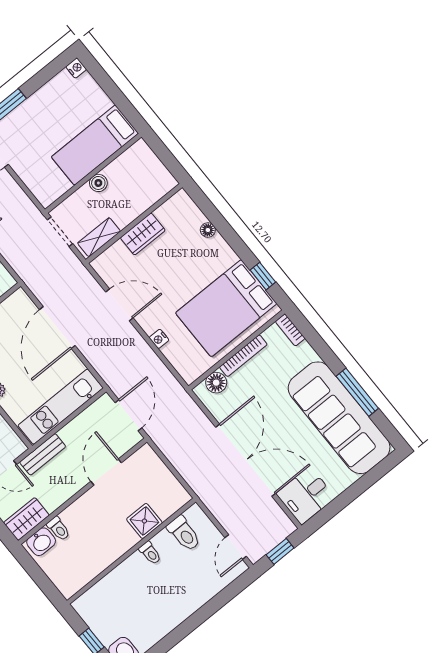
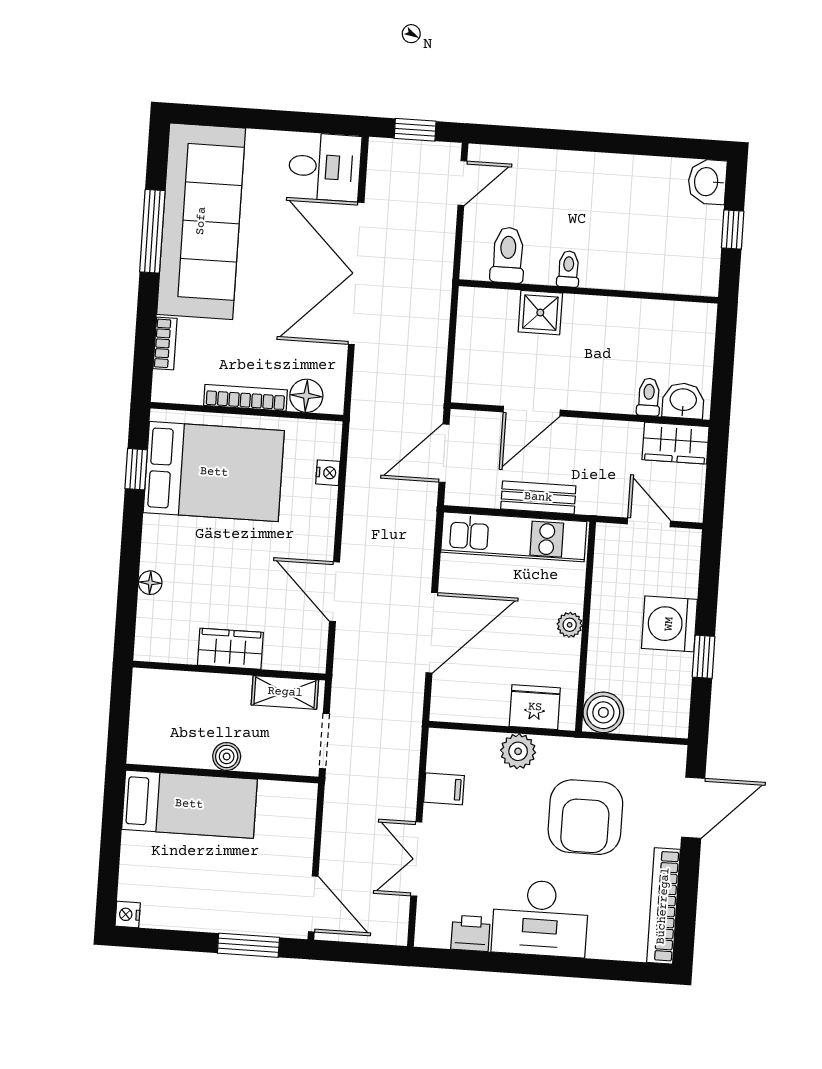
bookcase: (290, 330) -> (165, 344), moved
nightstand: (159, 339) -> (328, 473), moved
bench: (43, 454) -> (538, 497), moved

